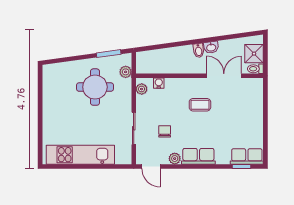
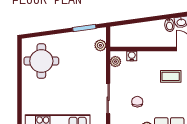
round table: (95, 87) -> (41, 61), moved

